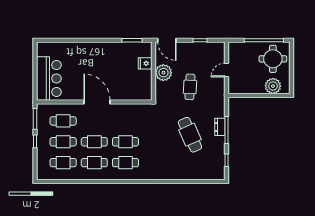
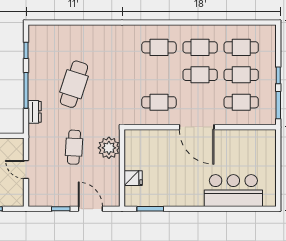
door: (167, 40) -> (90, 209), moved
door: (226, 70) -> (26, 169), swing flipped
plant: (163, 73) -> (109, 148), moved
bar counter: (49, 78) -> (233, 191), moved, turned 90
dresser: (220, 127) -> (35, 112), moved
cafe table: (190, 135) -> (74, 84), turned 42
cafe table: (125, 142) -> (159, 102), moved

